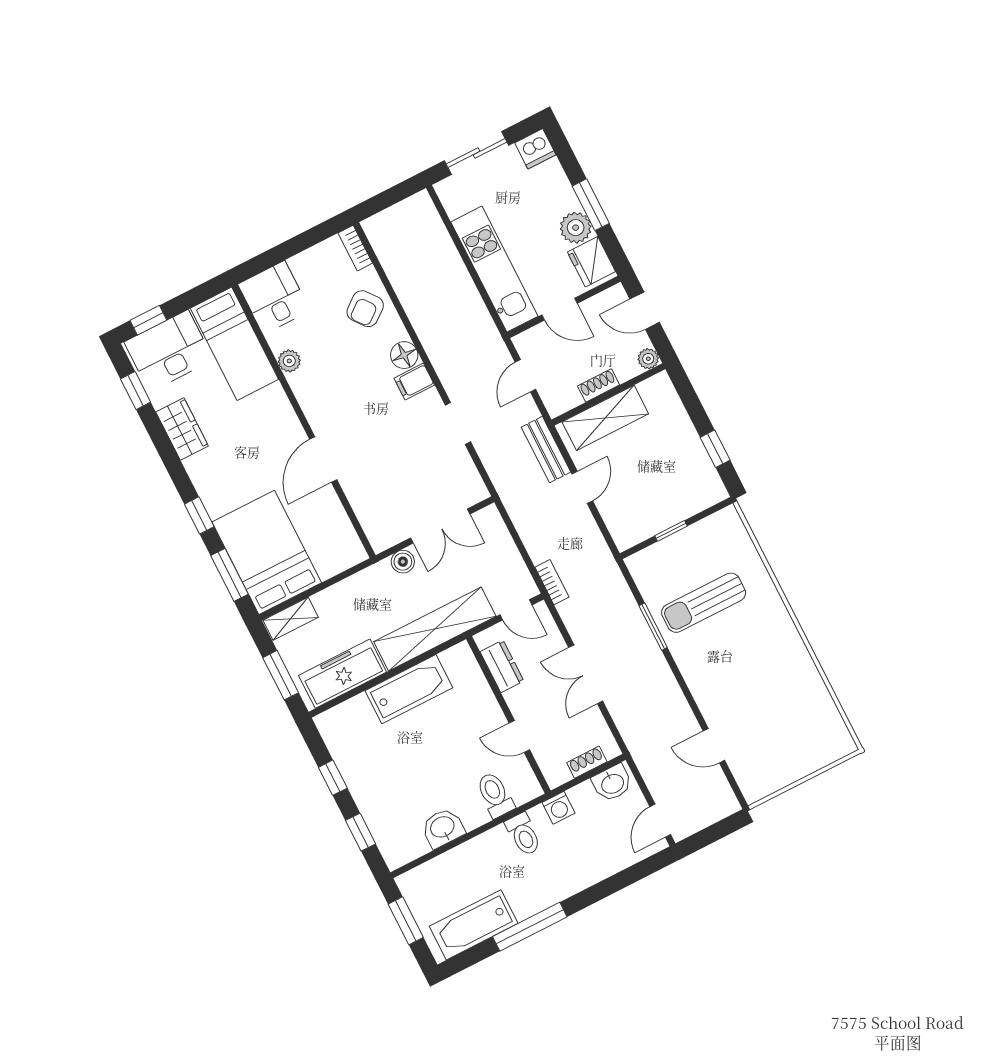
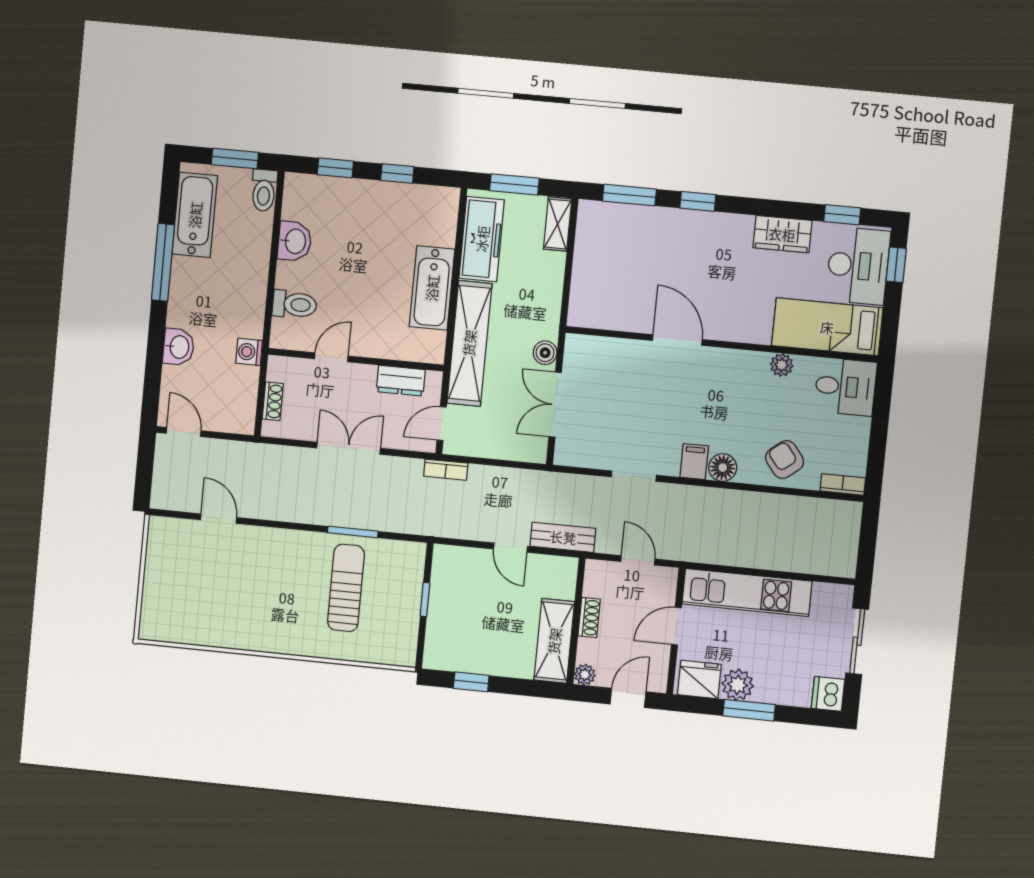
shelving: (605, 418) -> (554, 641), moved
bed: (267, 552) -> (628, 240), removed
door: (714, 746) -> (219, 519), hinge flipped
washbasin: (612, 783) -> (179, 347), moved, turned 180
toilet: (523, 834) -> (264, 190), moved, turned -90

